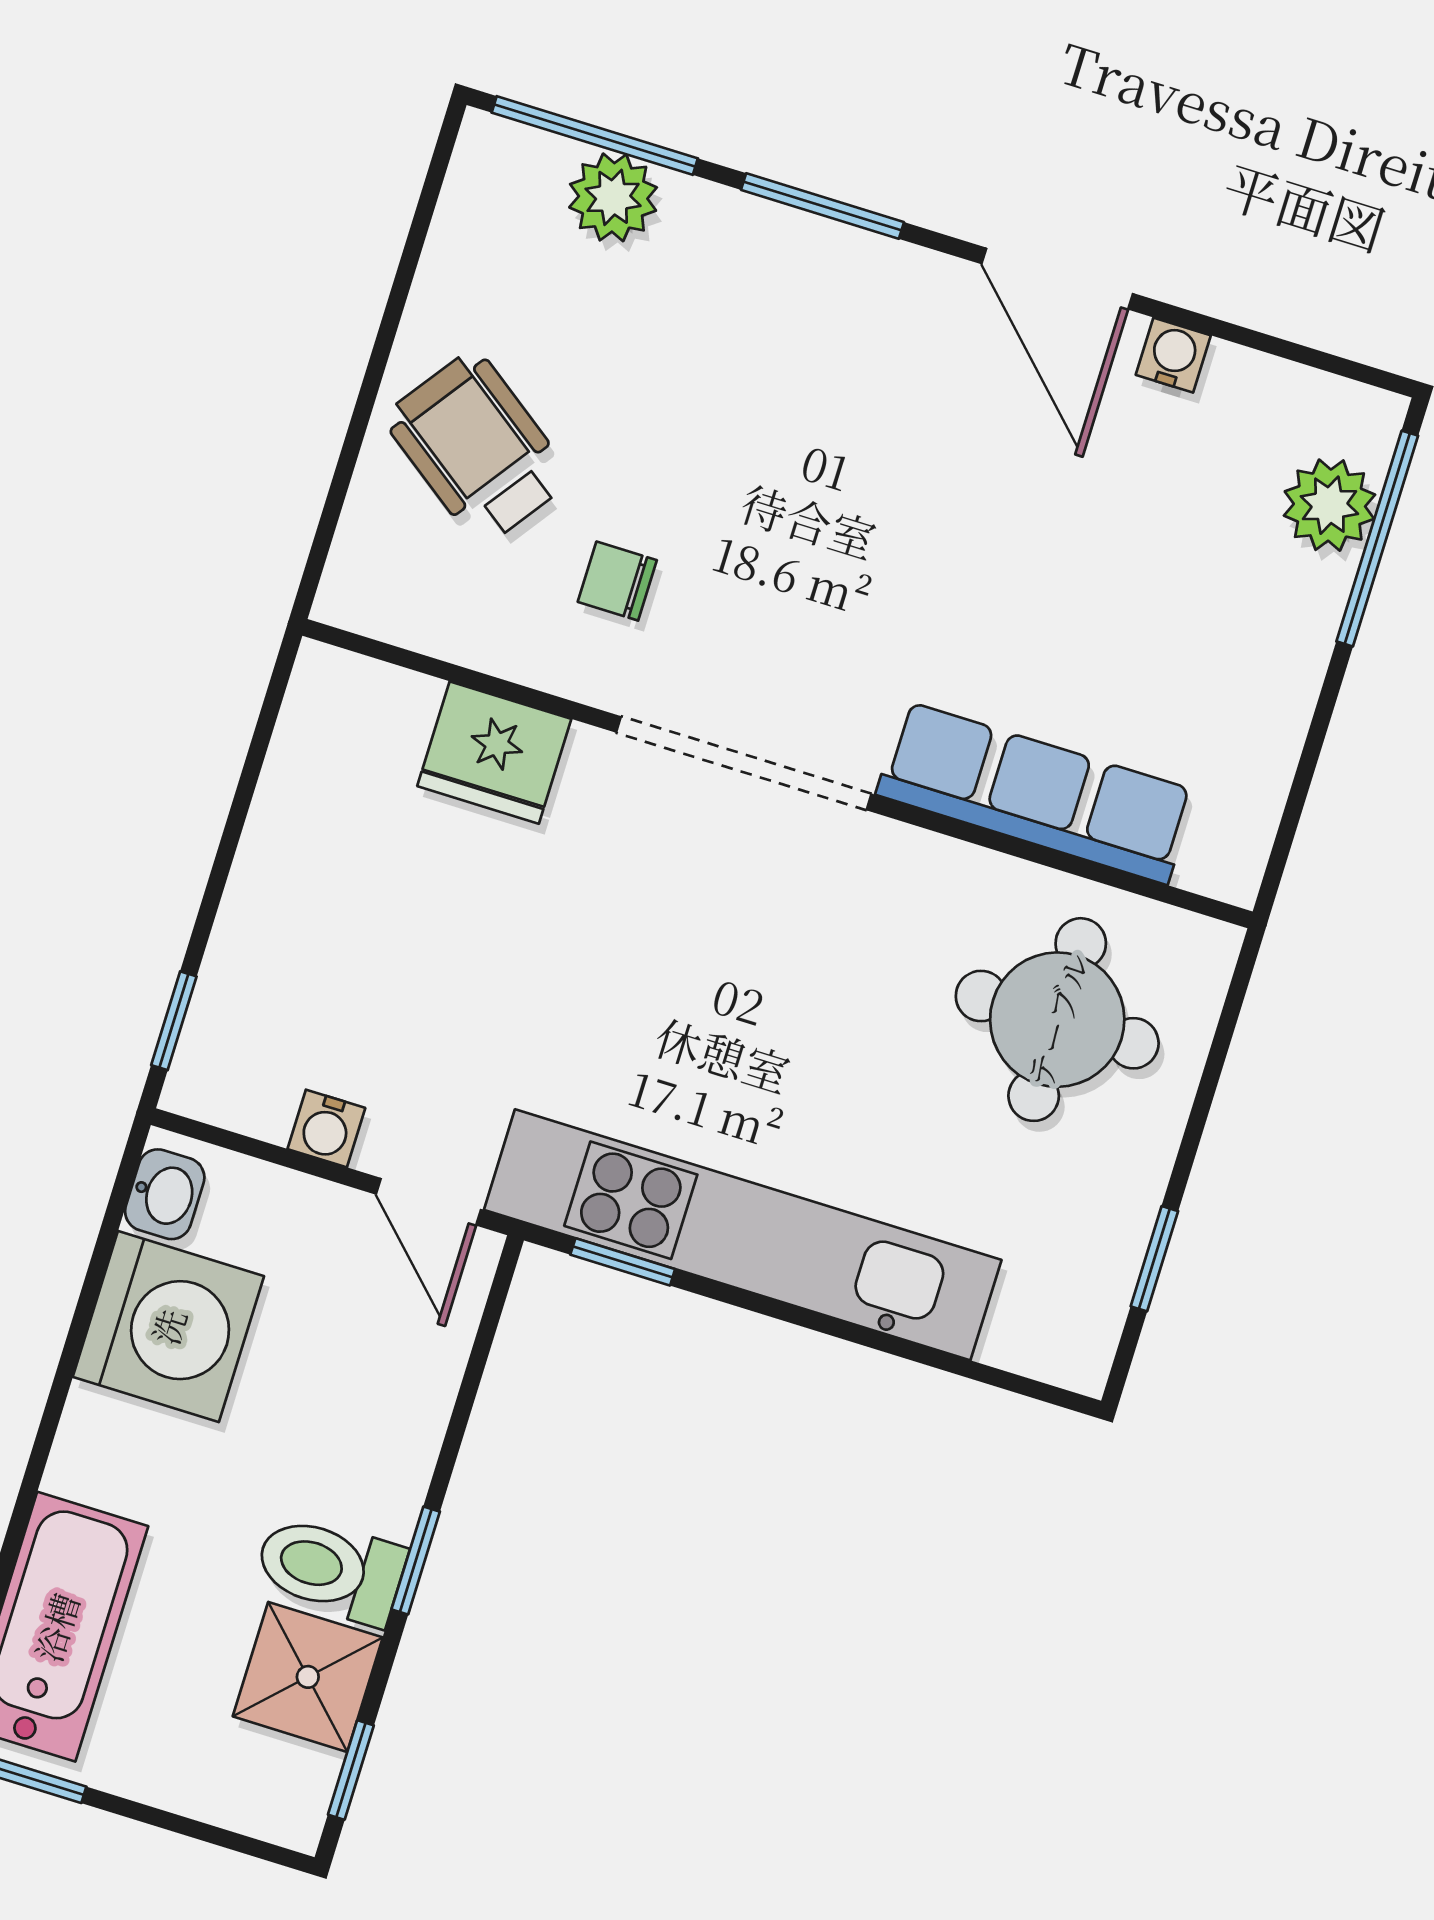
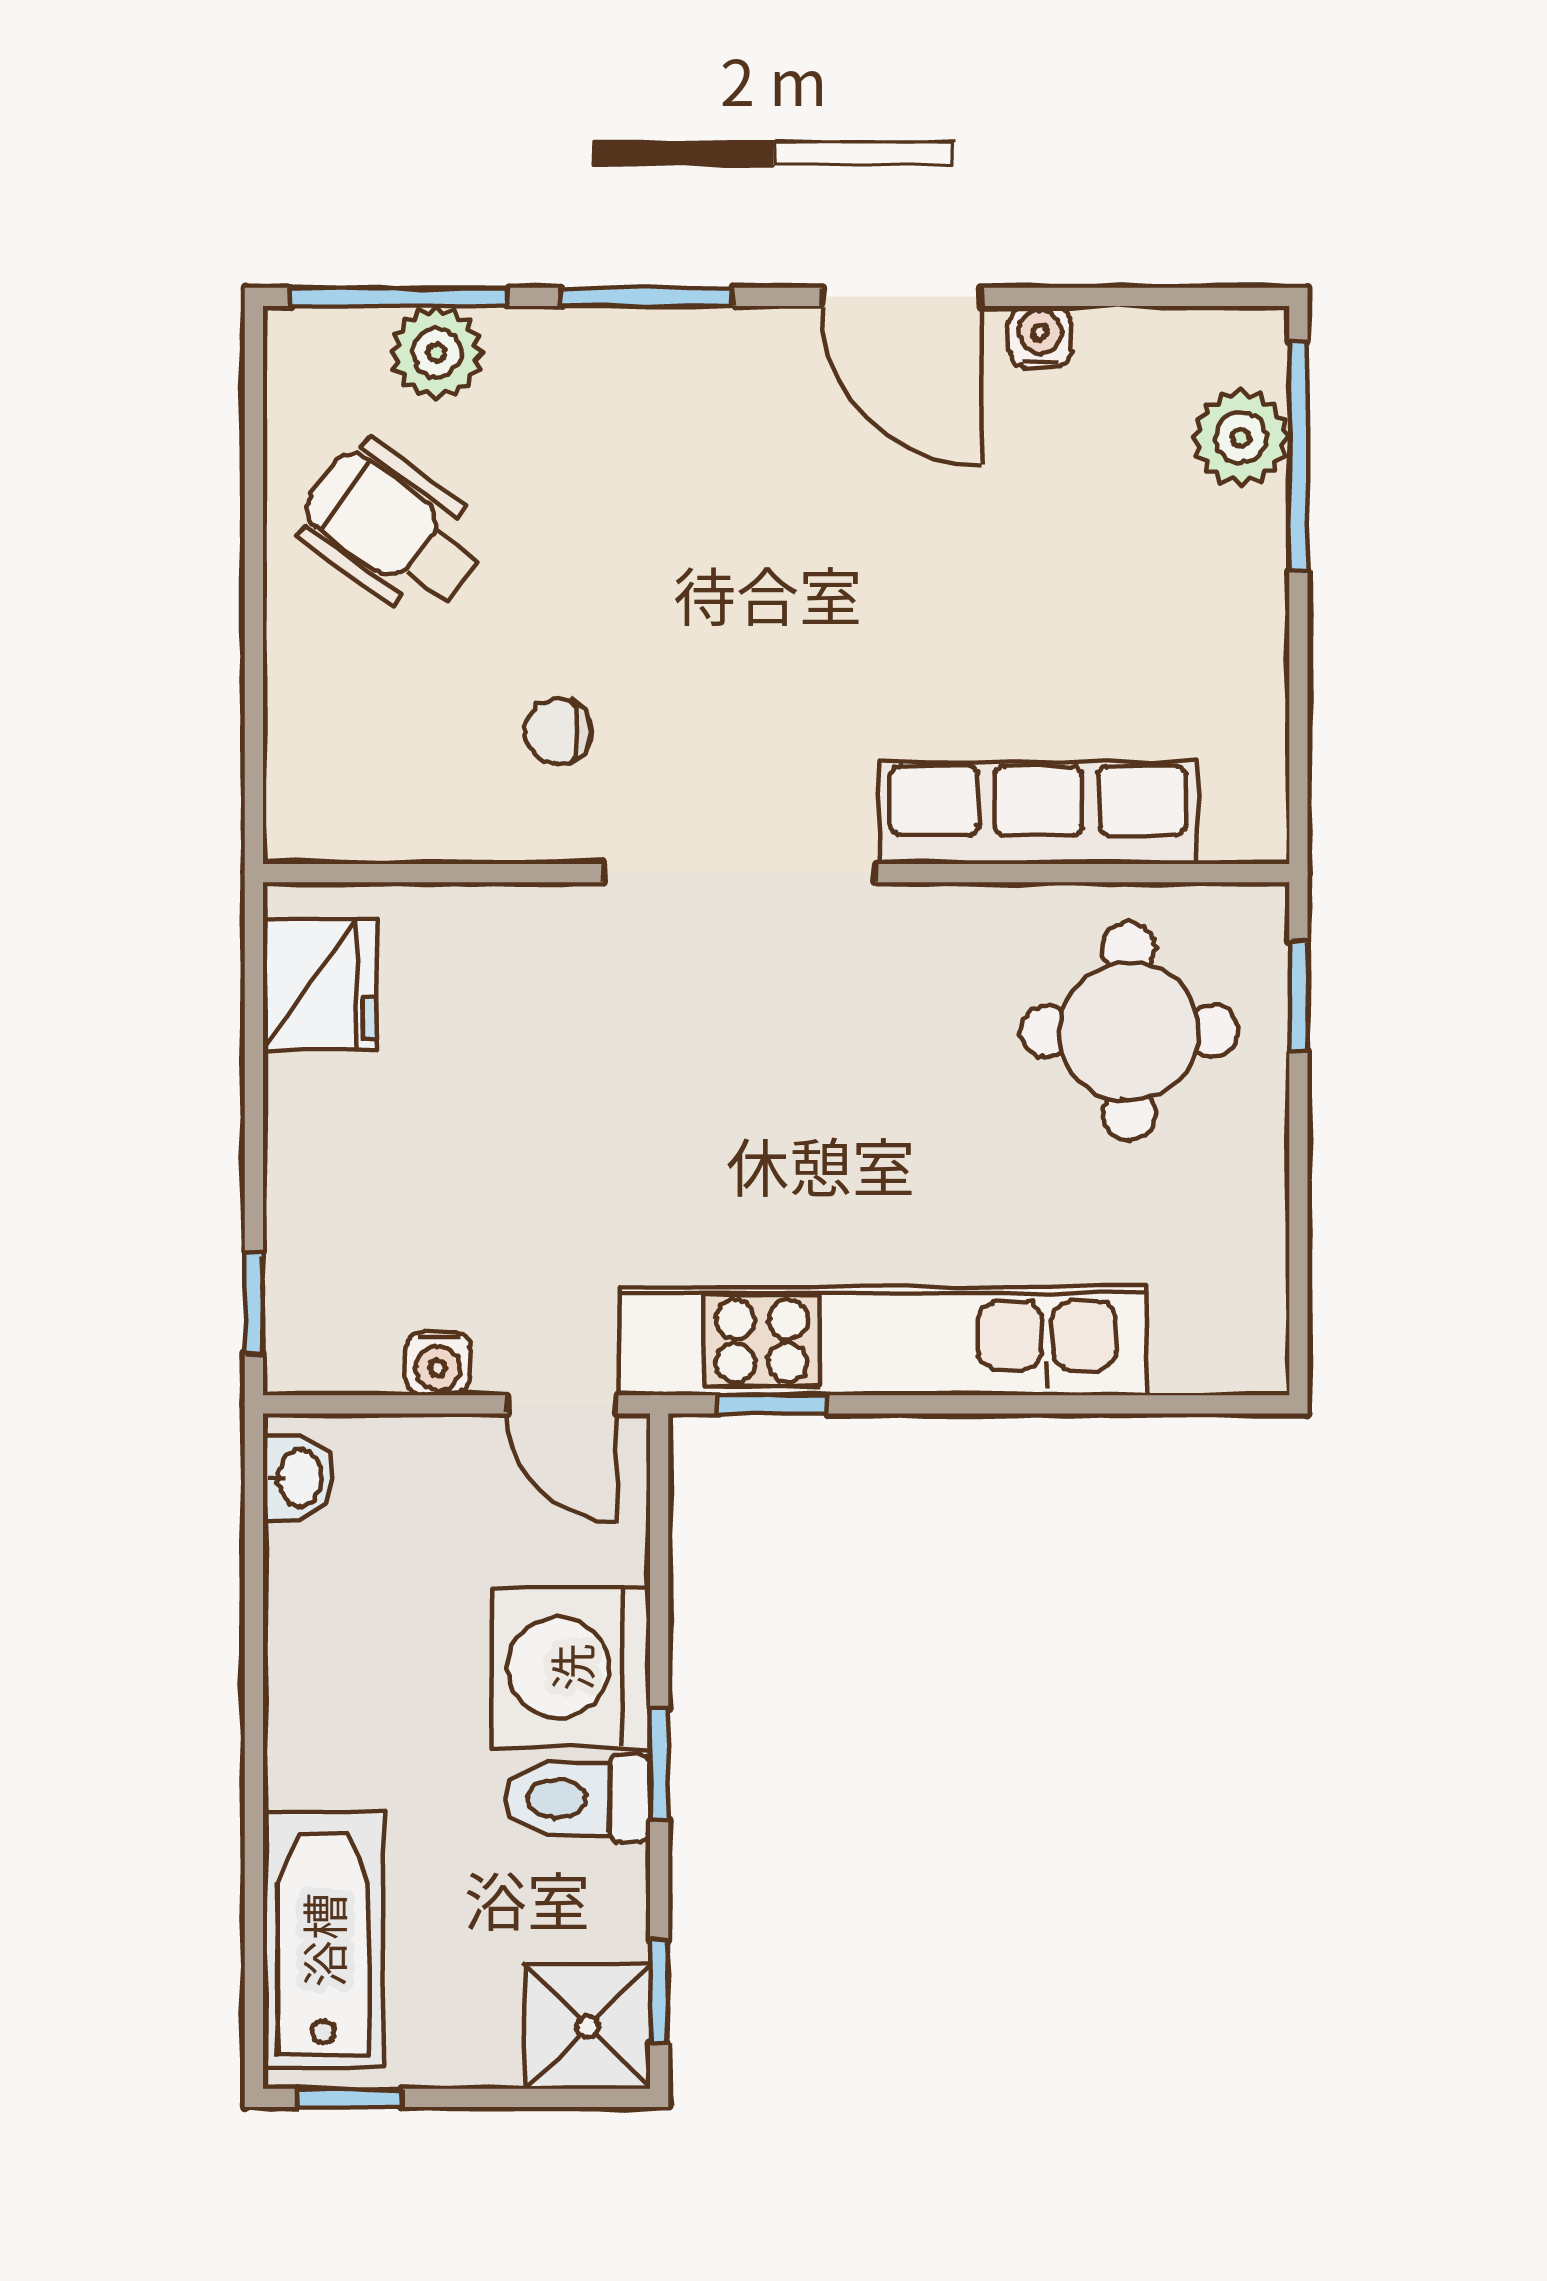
wheelchair: (478, 448) -> (393, 530), moved
fridge: (494, 753) -> (320, 984), moved, turned -90
window: (1154, 1259) -> (1298, 996), moved
washing machine: (168, 1326) -> (571, 1667), moved, turned 180
shower: (308, 1677) -> (588, 2027), moved

